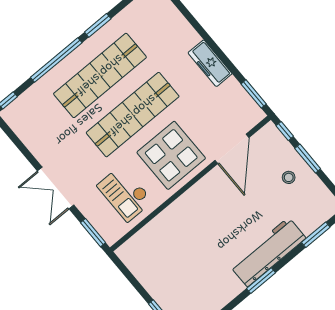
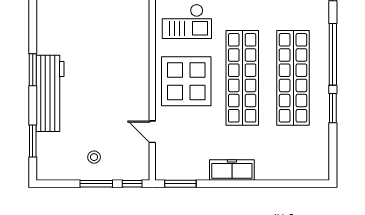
door: (232, 149) -> (152, 132), width x0.53
checkout: (125, 193) -> (187, 21), turned 180

